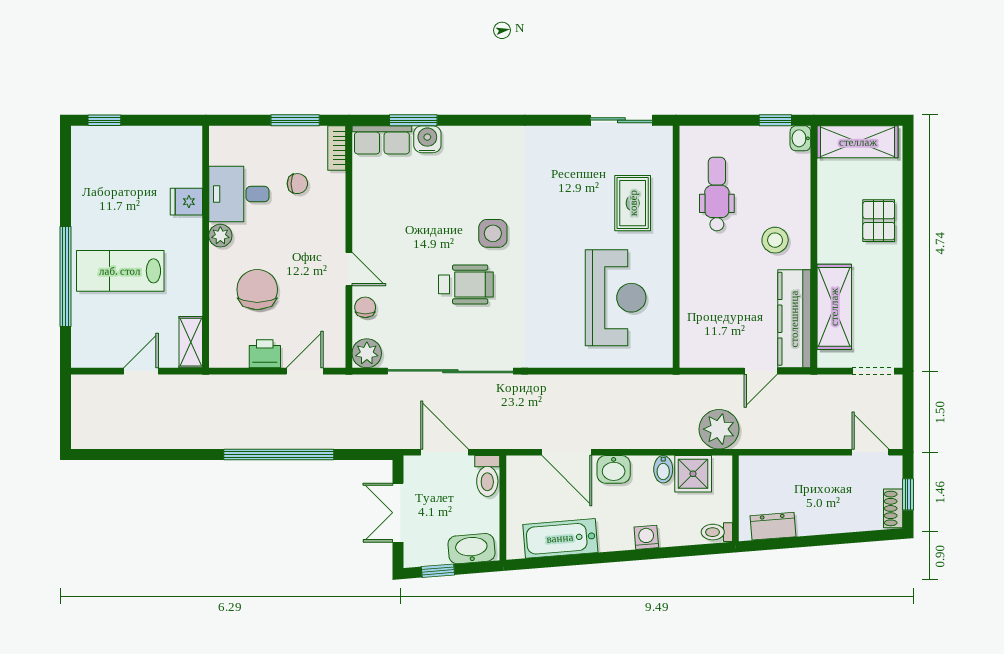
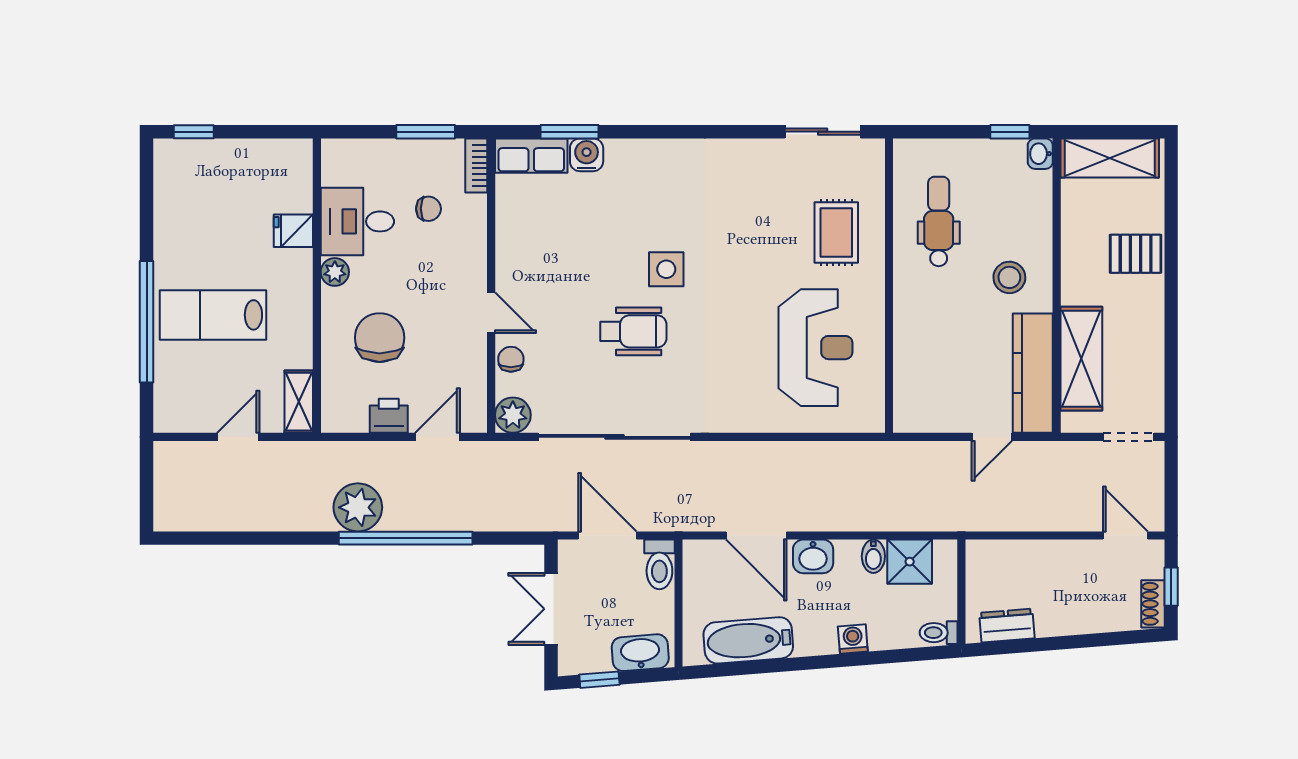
pallet: (879, 221) -> (1136, 254), turned 90
plant: (719, 429) -> (358, 507), moved

